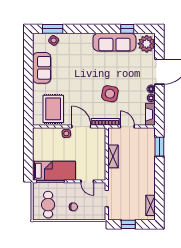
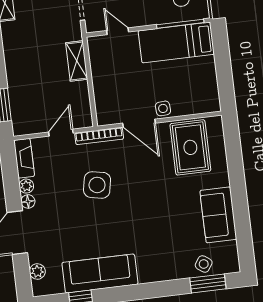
plant: (147, 44) -> (37, 271), width x0.53, depth x0.53
door: (127, 127) -> (61, 133), swing flipped
shelving: (113, 156) -> (77, 61), moved

